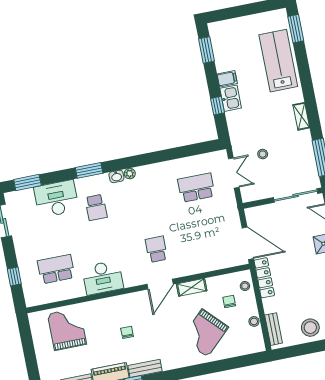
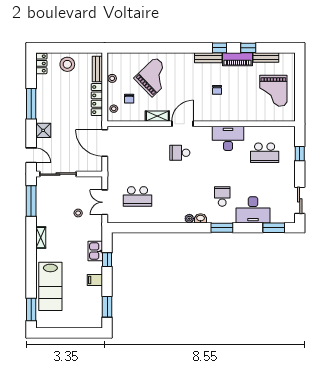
kitchen sink: (231, 98) -> (95, 251), moved
school desk: (156, 249) -> (180, 153), turned 90
locker: (264, 278) -> (97, 100), moved
grand piano: (67, 329) -> (273, 91), moved

